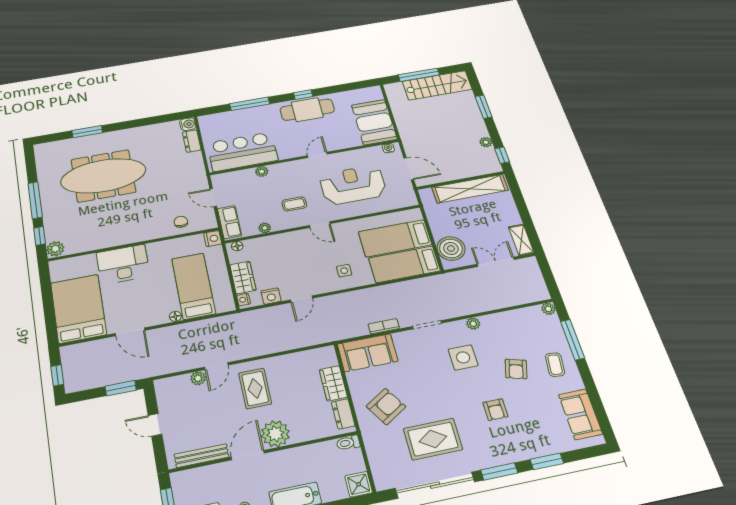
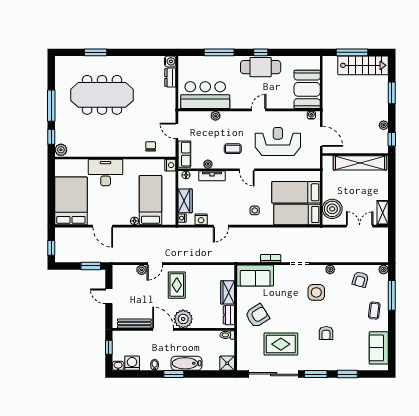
tv unit: (274, 241) -> (212, 176), added
armchair: (516, 369) -> (360, 279), moved
door: (248, 455) -> (163, 329), hinge flipped

